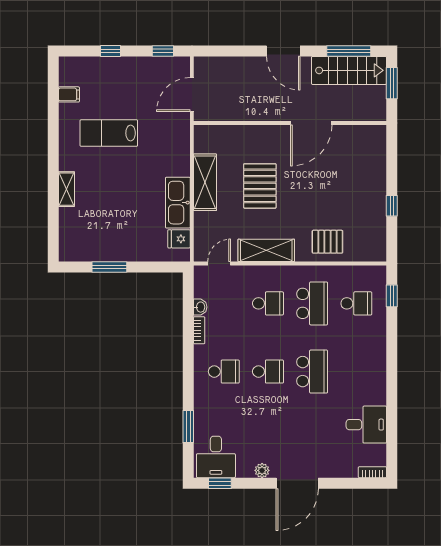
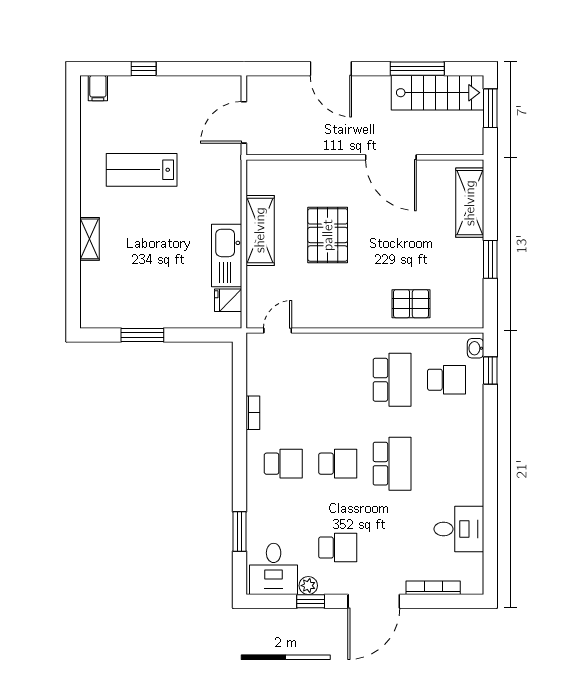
window: (163, 51) -> (208, 69), removed
door: (283, 51) -> (331, 69), moved
window: (349, 51) -> (417, 69), moved
filing cabinet: (69, 94) -> (98, 88), moved, turned 90
door: (311, 123) -> (391, 157), hinge flipped
window: (392, 206) -> (490, 259), width x1.50
shelving: (266, 250) -> (470, 203), moved, turned 90
school desk: (268, 303) -> (338, 548), moved
washbasin: (200, 307) -> (476, 348), moved, turned 180
plant: (262, 470) -> (308, 586), moved
bookcase: (372, 472) -> (433, 588), moved, width x1.56
window: (220, 483) -> (311, 601), moved

